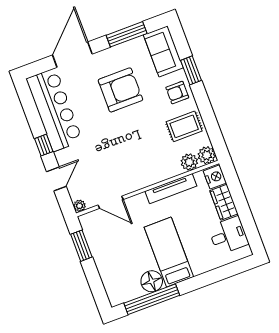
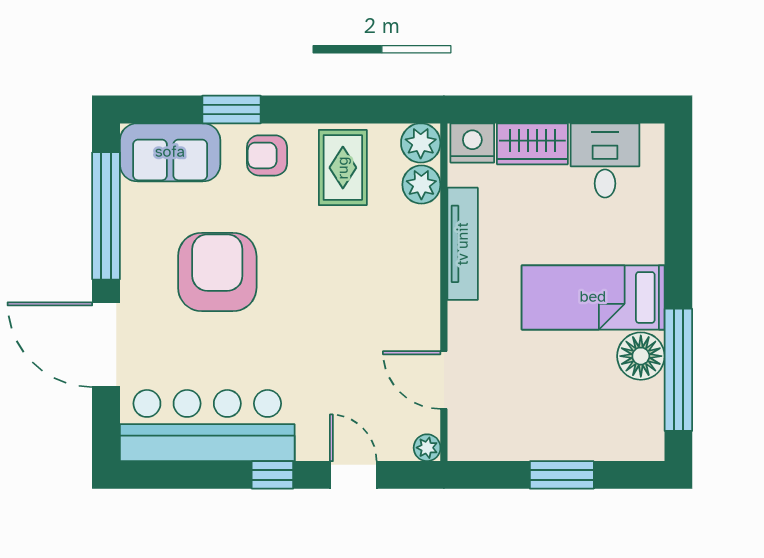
window: (127, 34) -> (106, 216), width x1.46
armchair: (177, 93) -> (267, 155), turned 90
door: (111, 202) -> (444, 380), swing flipped
window: (81, 246) -> (562, 475), moved

